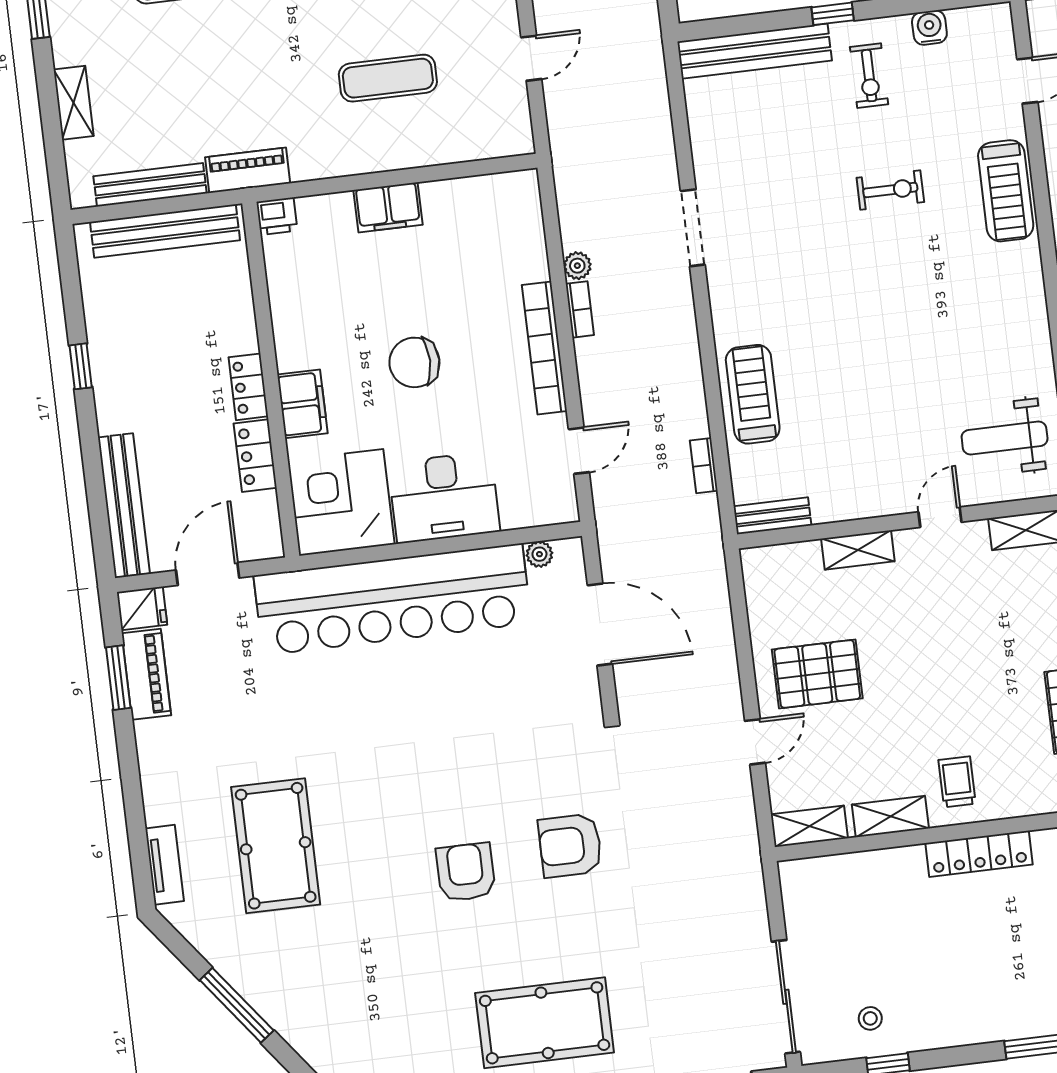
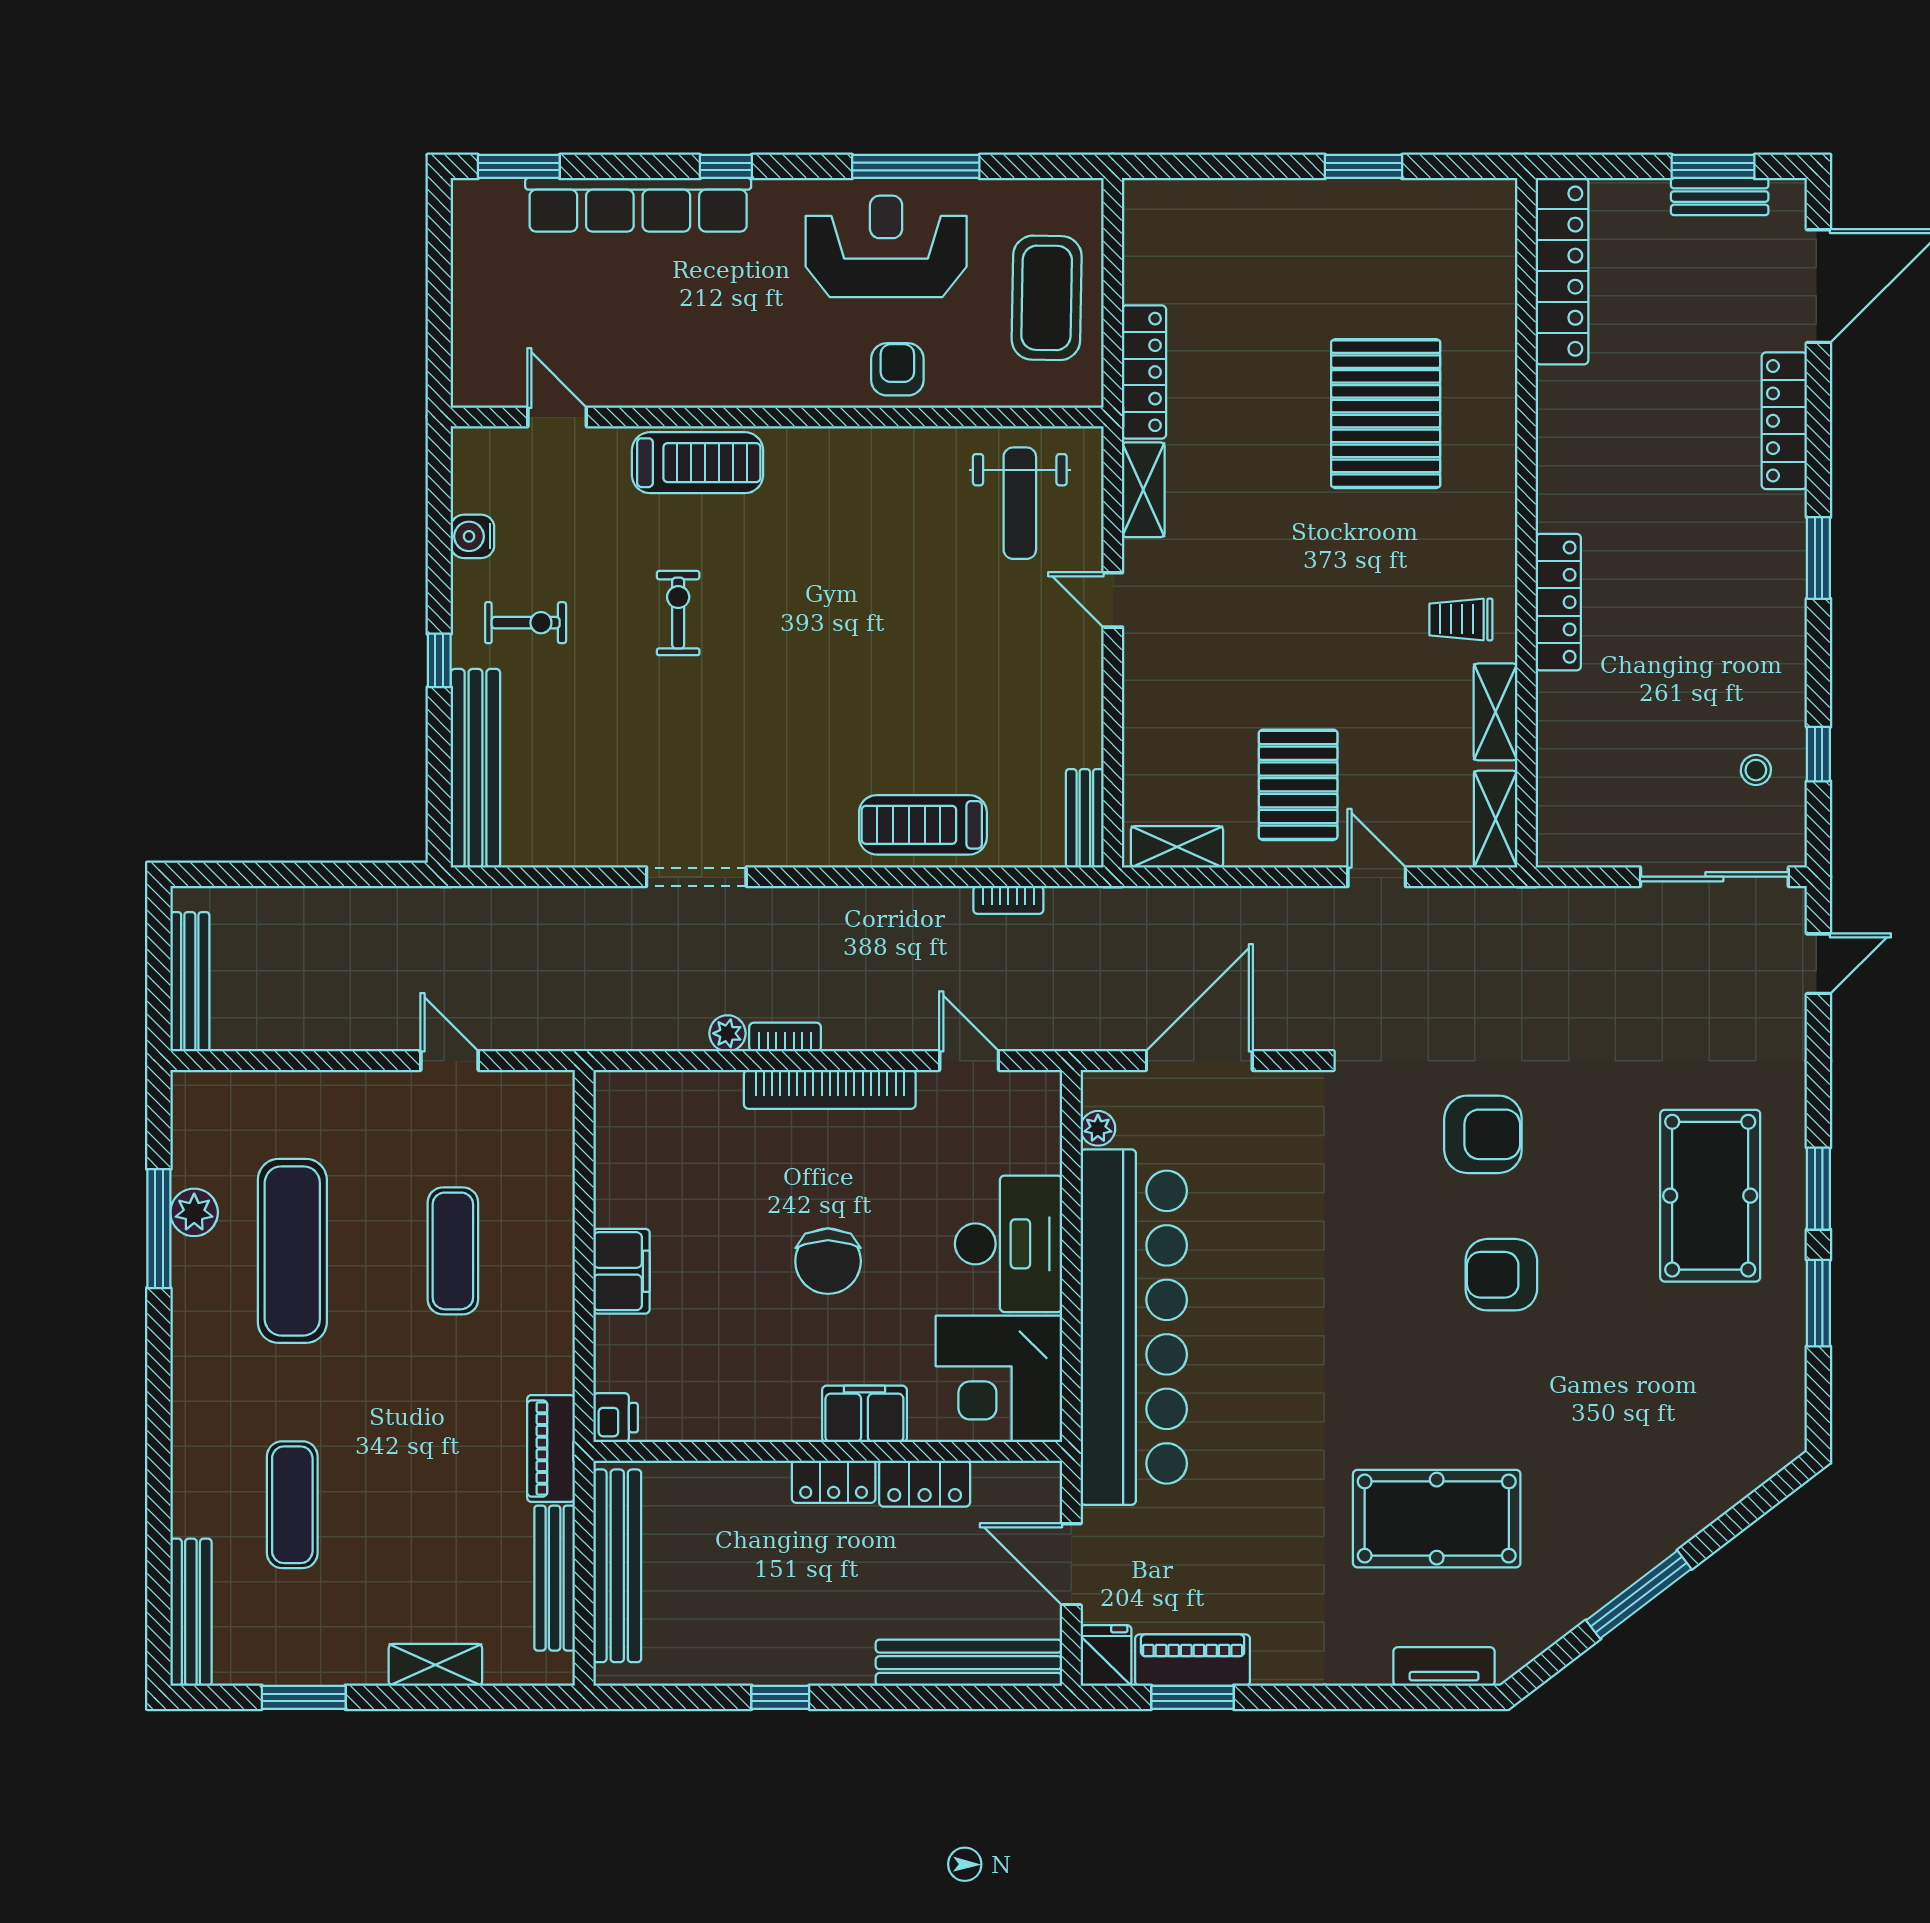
shelving: (858, 550) -> (1177, 847), moved, turned 90
armchair: (570, 846) -> (1483, 1134), turned -90

